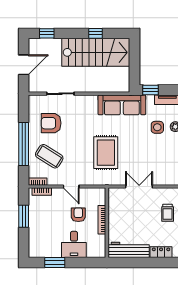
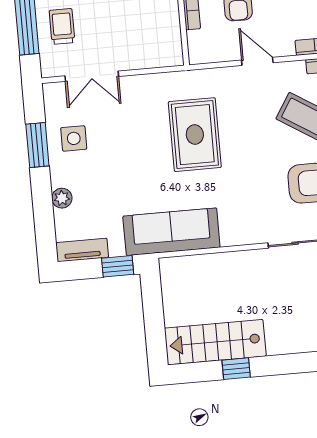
stairs: (96, 52) -> (215, 342), width x0.73, depth x0.66
side table: (157, 127) -> (74, 138), moved
double door: (139, 186) -> (92, 76), moved

